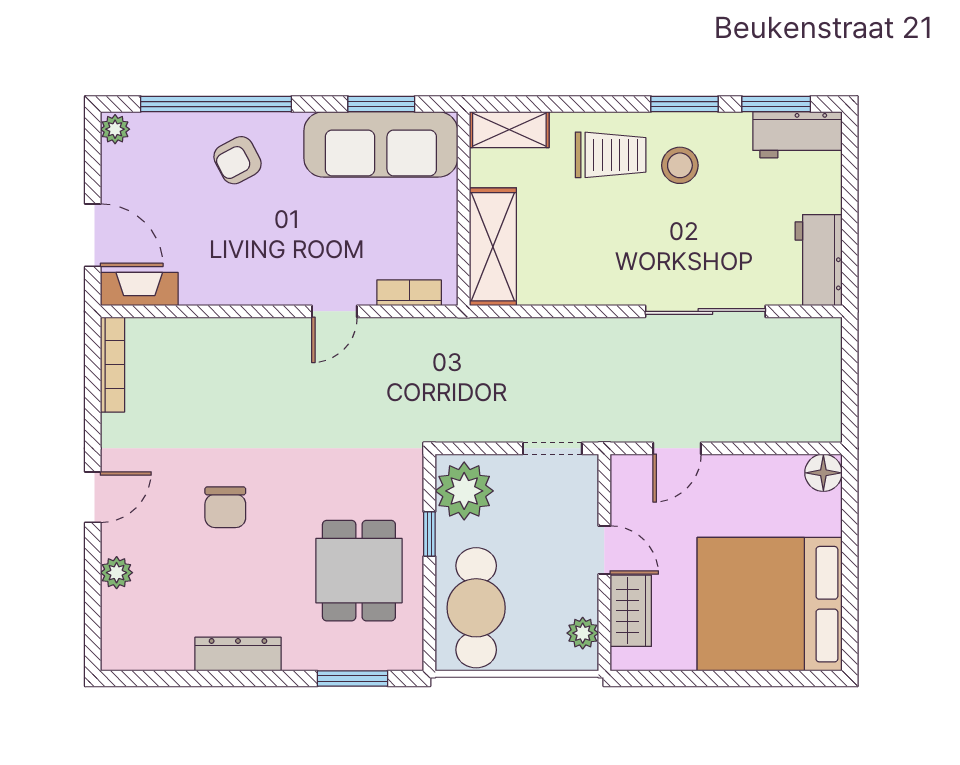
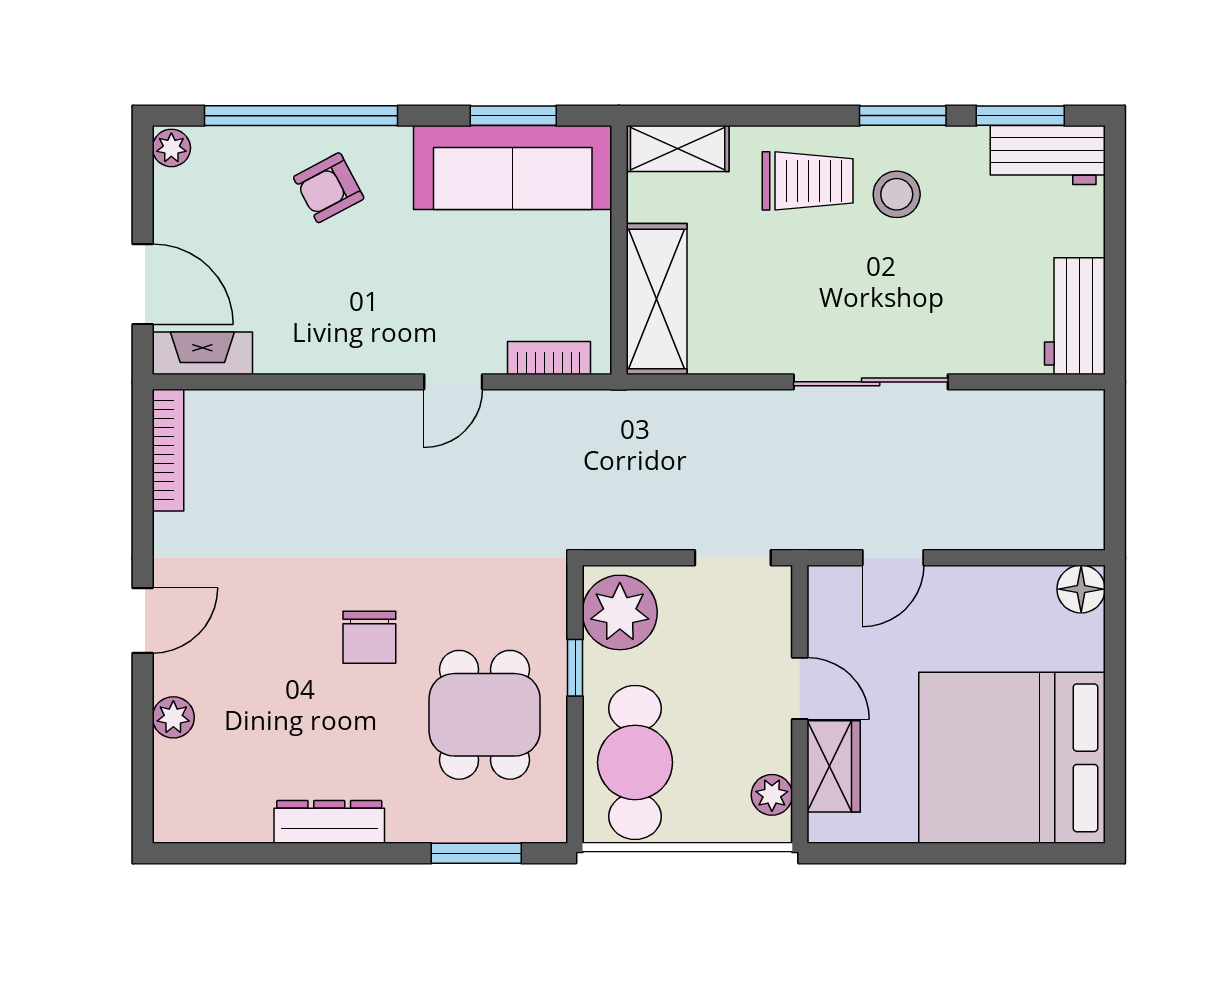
sliding door: (705, 311) -> (871, 382), moved
chair: (225, 507) -> (369, 637), moved

